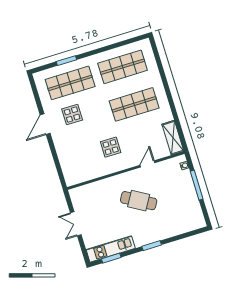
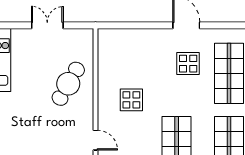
cafe table: (139, 201) -> (68, 84), moved

